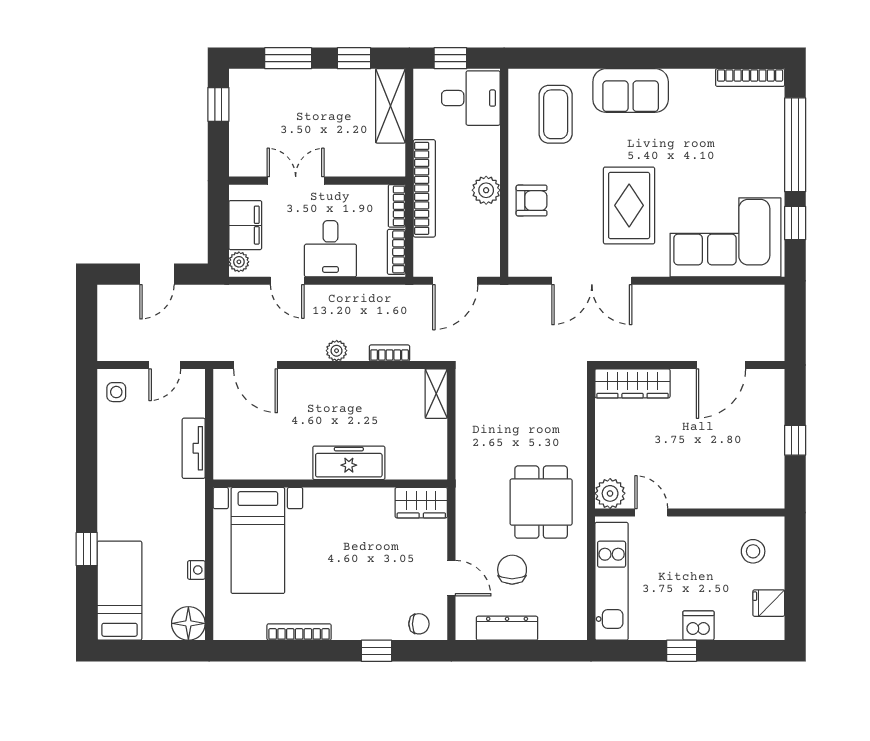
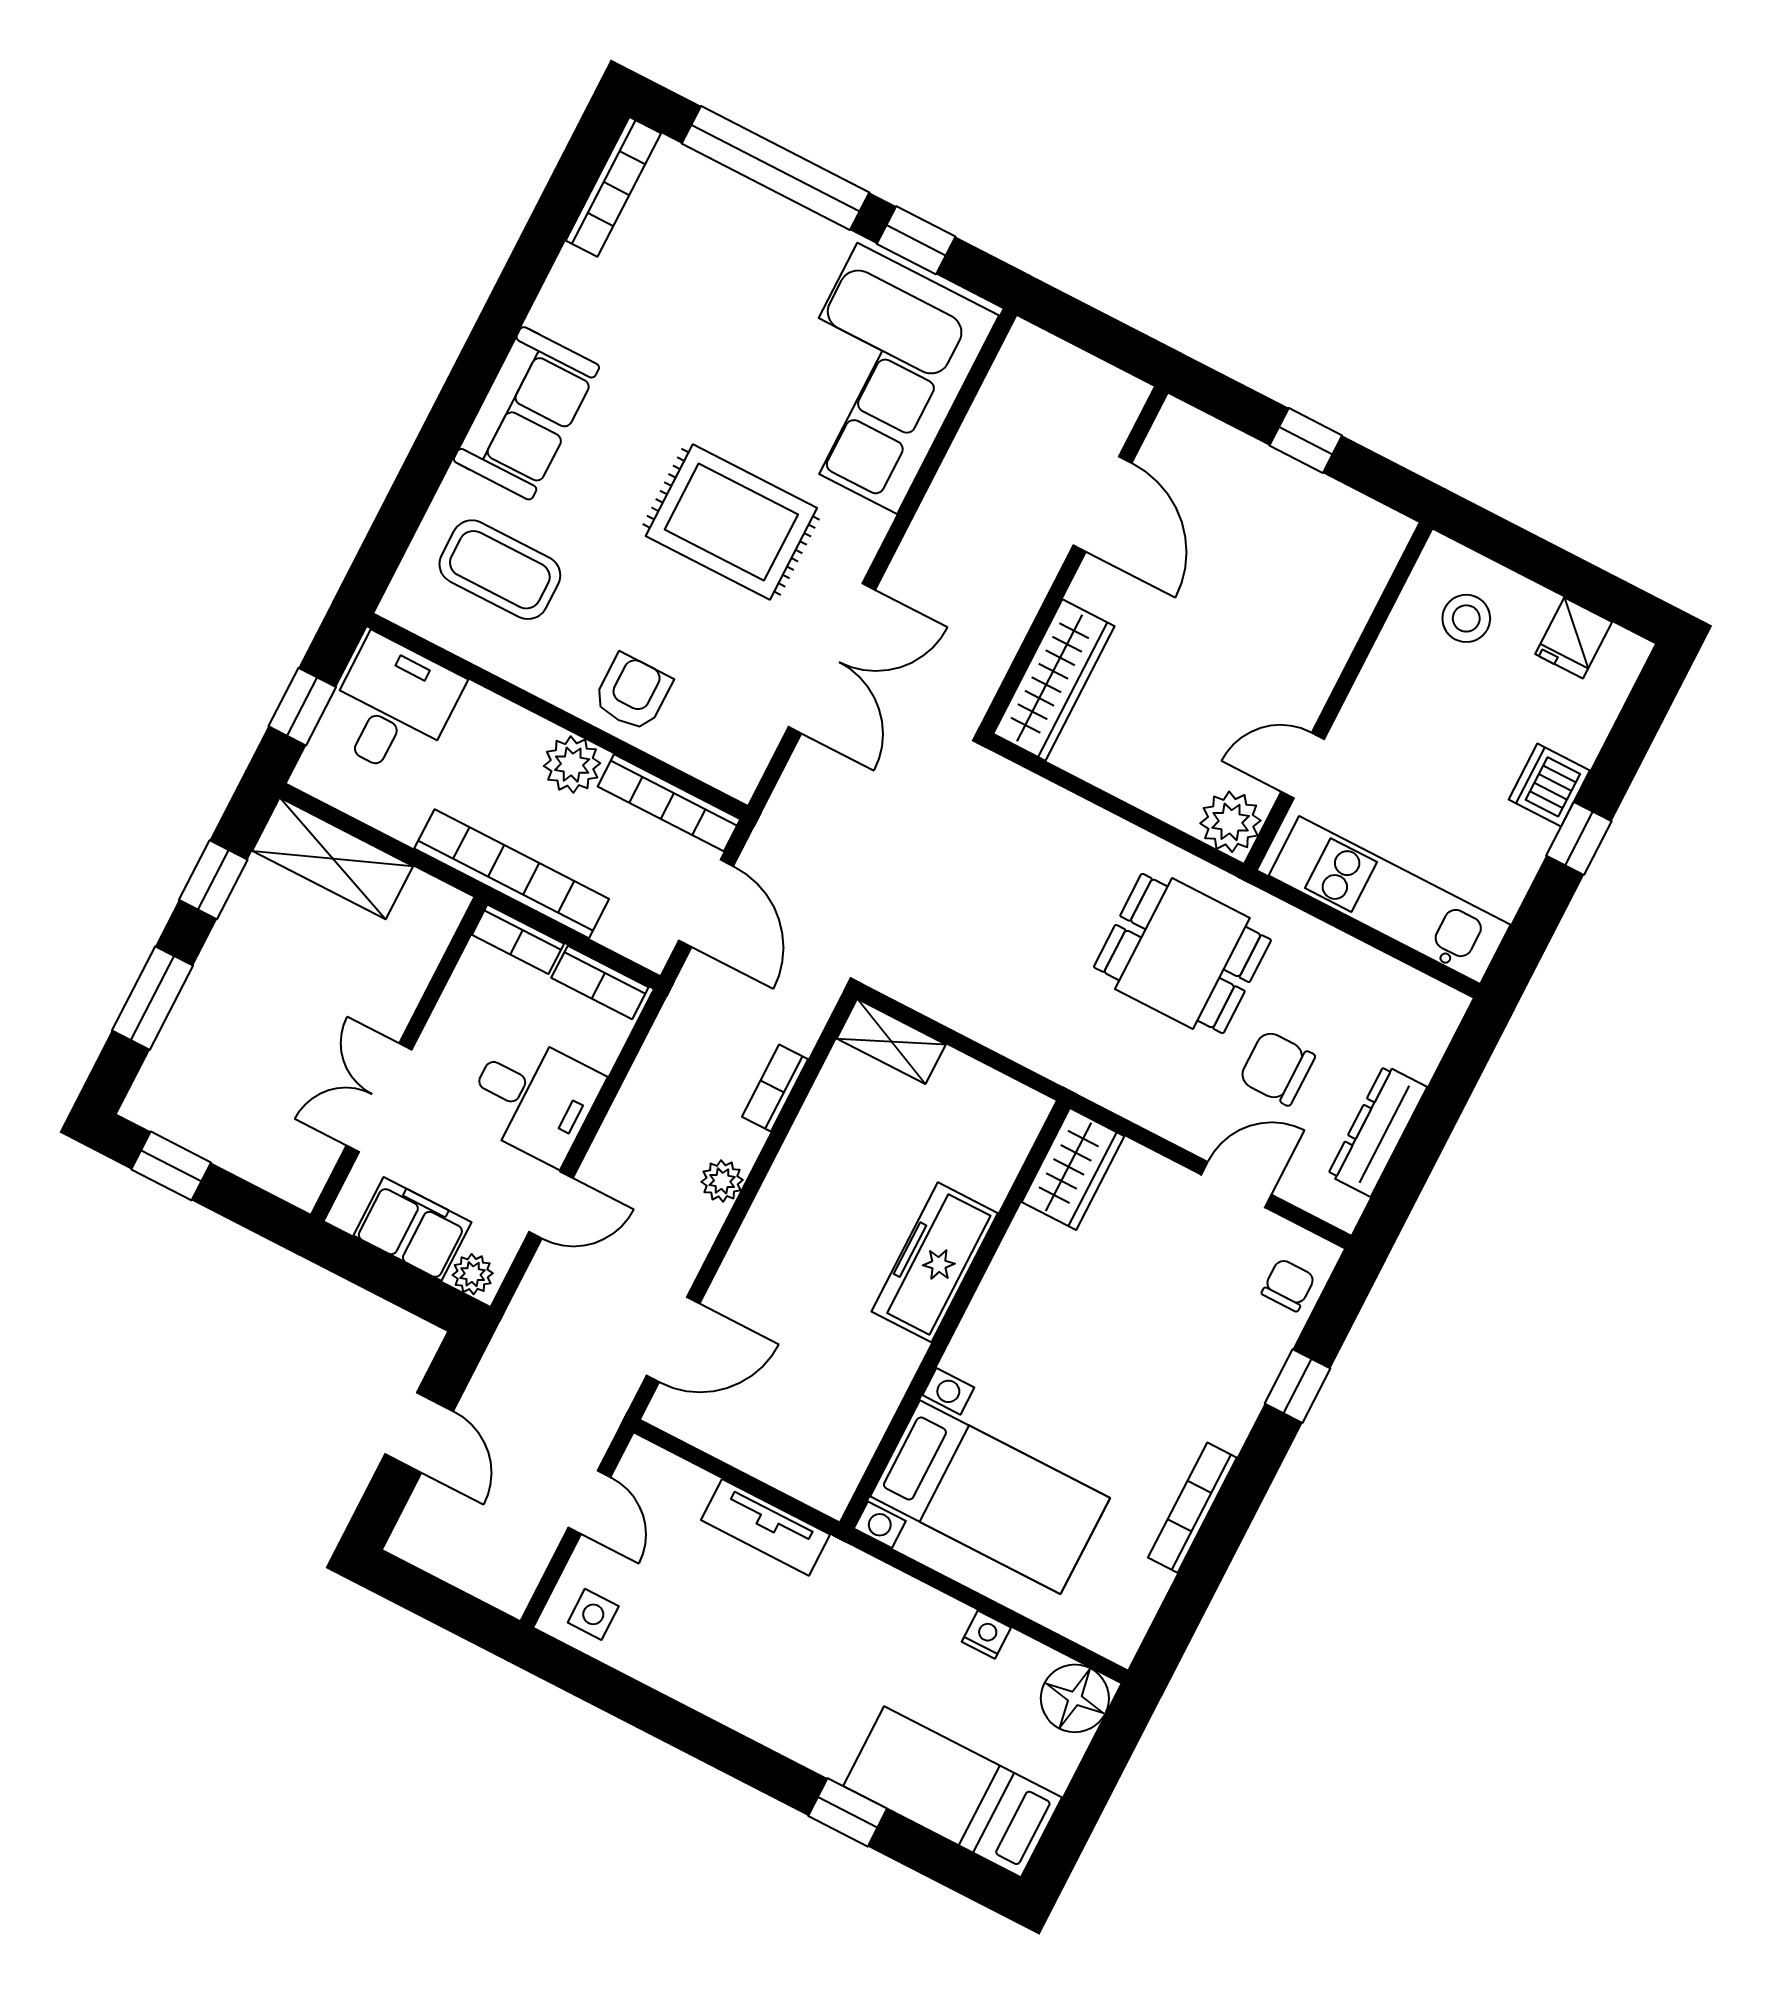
bookcase: (491, 242) -> (669, 803), added

